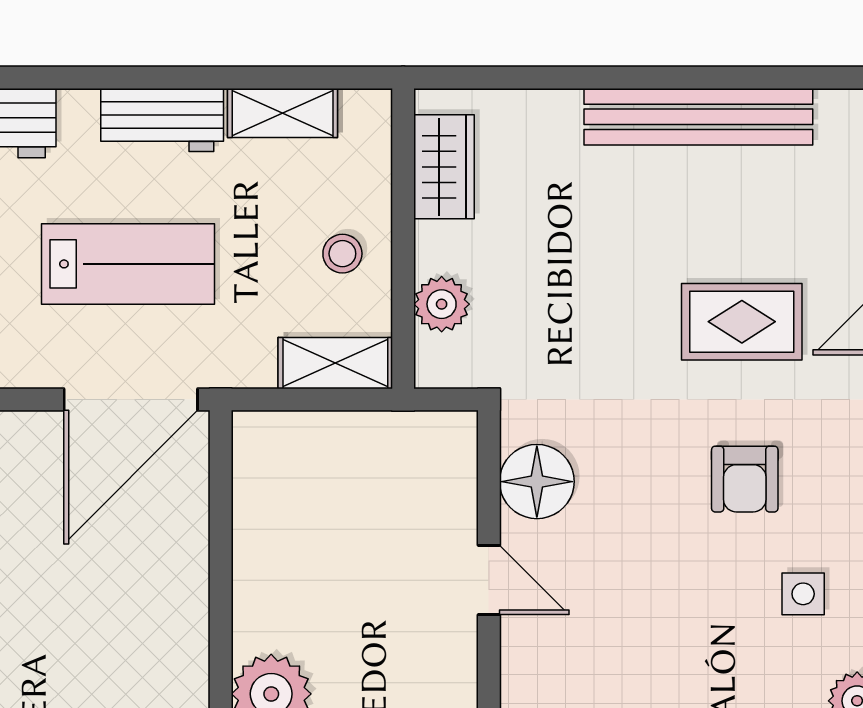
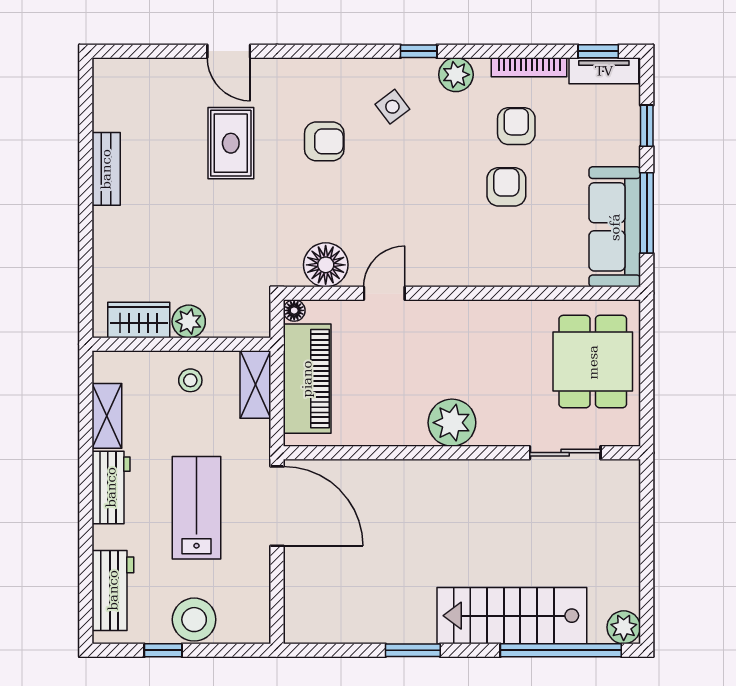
bench: (698, 117) -> (106, 169), width x0.54, depth x0.82
plant: (442, 304) -> (189, 321), moved
floor lamp: (460, 428) -> (294, 310), added
piano: (345, 450) -> (307, 379), added
side table: (803, 594) -> (392, 107), turned -37

